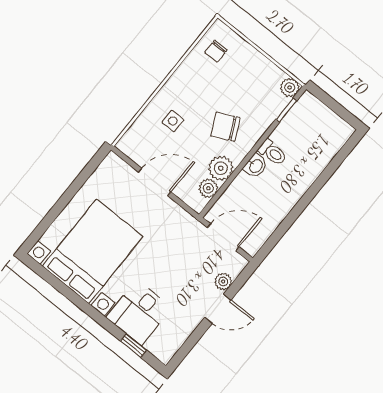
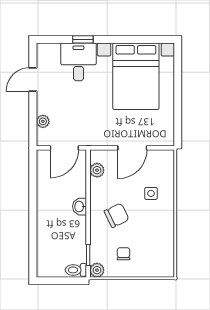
chair: (216, 51) -> (124, 254), moved
toilet: (272, 152) -> (76, 270), moved
plant: (221, 168) -> (99, 188), removed
door: (218, 309) -> (33, 80), moved
window: (133, 346) -> (83, 39), moved

